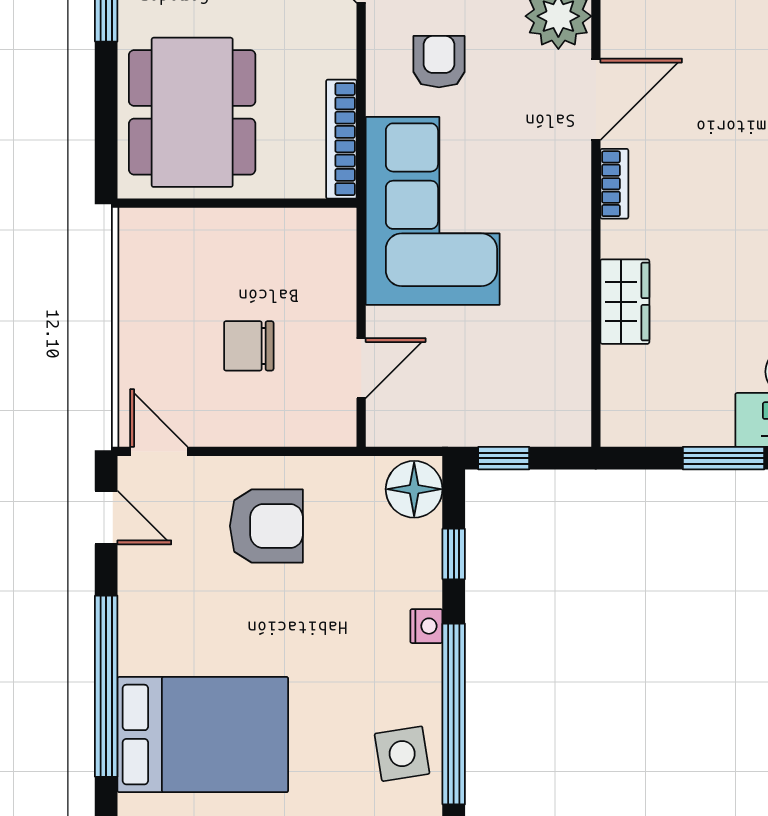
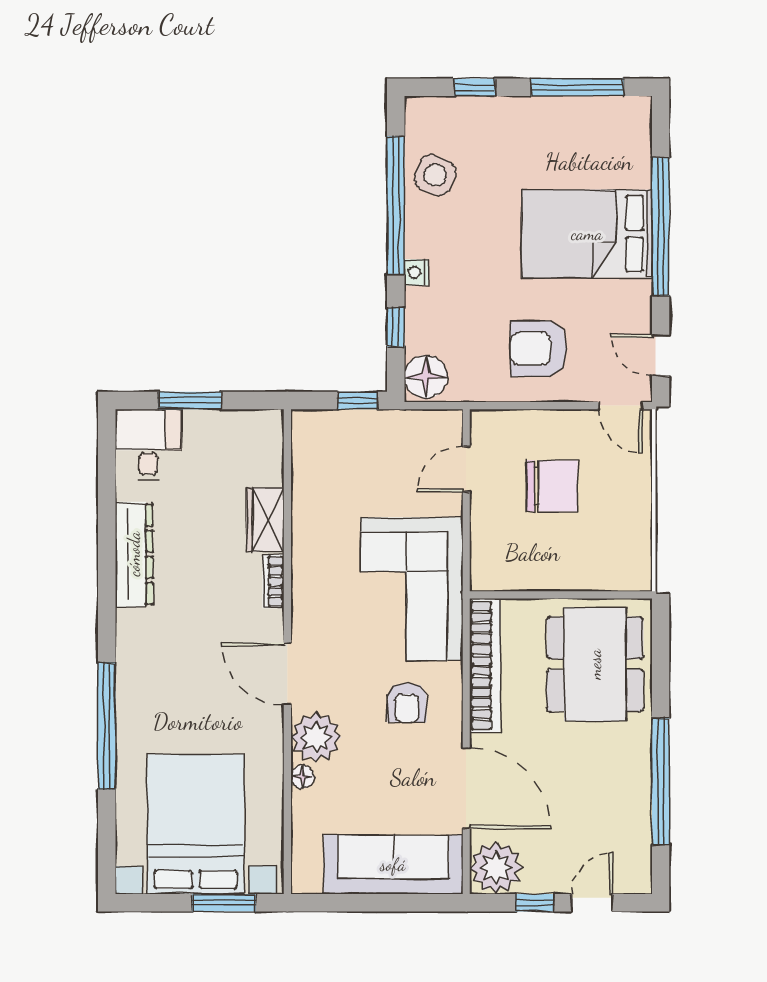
door: (596, 99) -> (287, 674), hinge flipped
bookcase: (341, 139) -> (485, 665), width x1.48, depth x1.31
bookcase: (614, 184) -> (273, 581), moved
chair: (249, 346) -> (552, 486), width x1.37, depth x1.37
bed: (203, 735) -> (587, 234), moved
side table: (402, 754) -> (435, 175), turned 32

